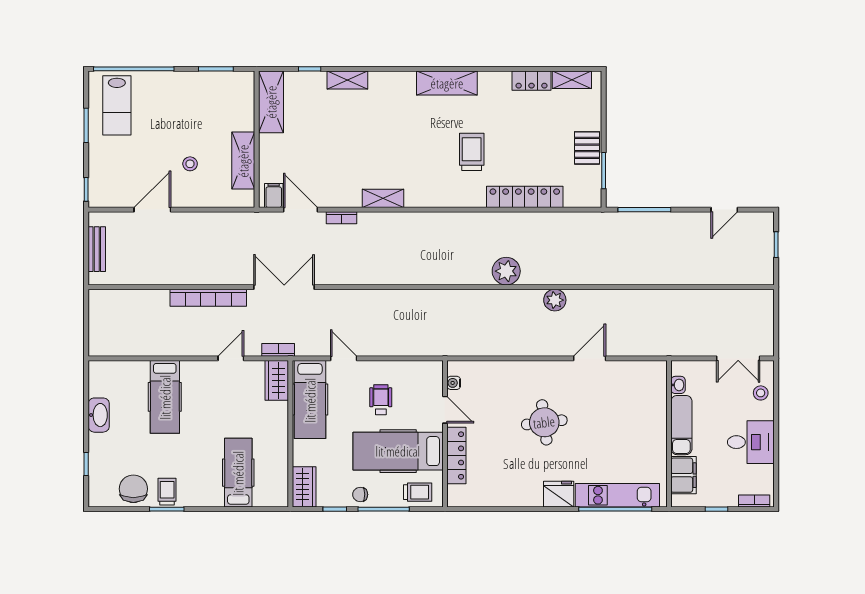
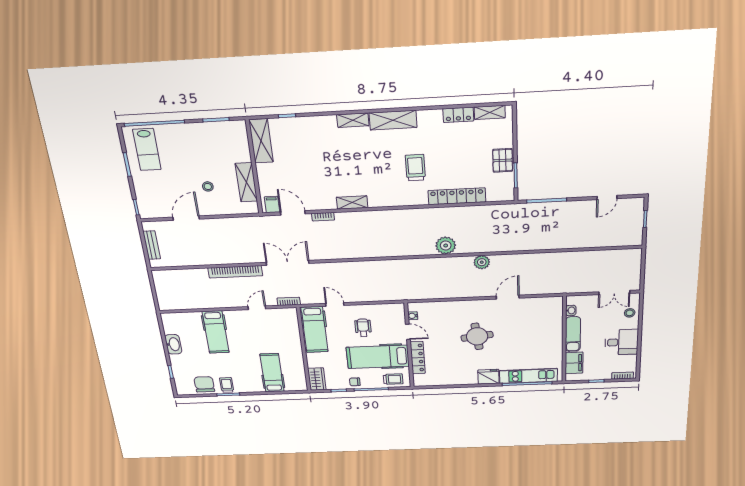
shelving: (347, 80) -> (353, 120), moved
wardrobe: (277, 380) -> (290, 319), removed

